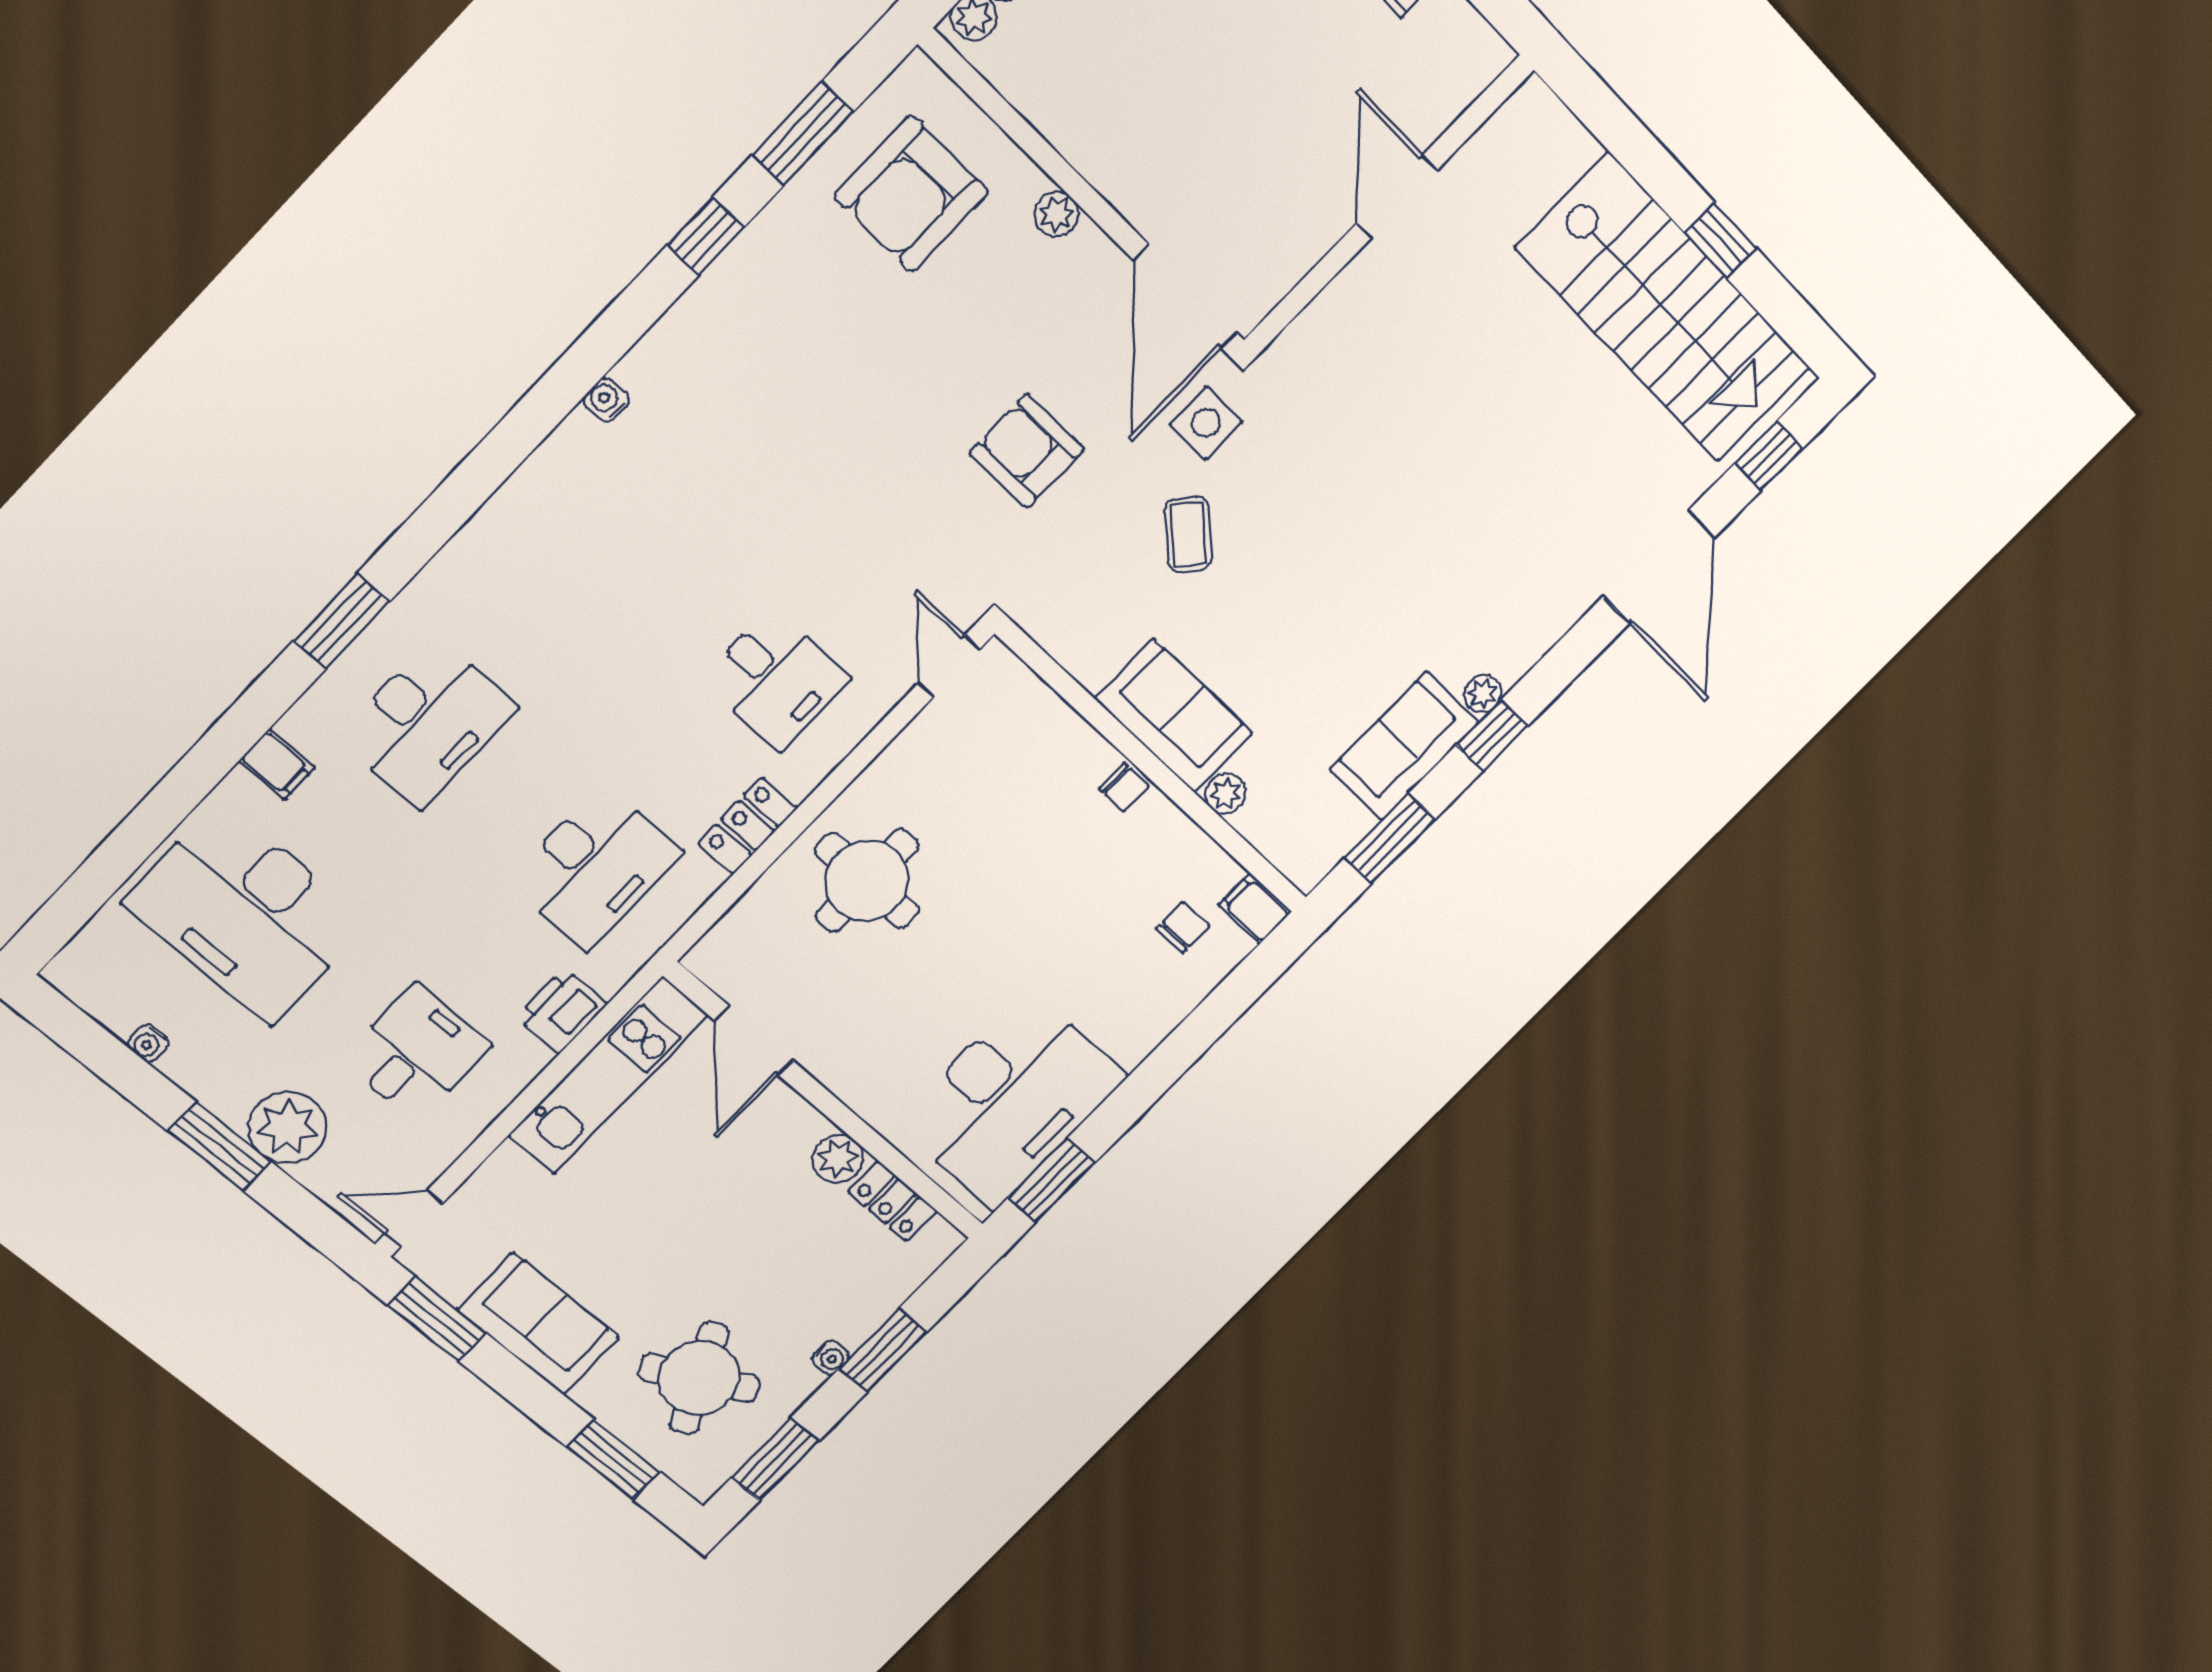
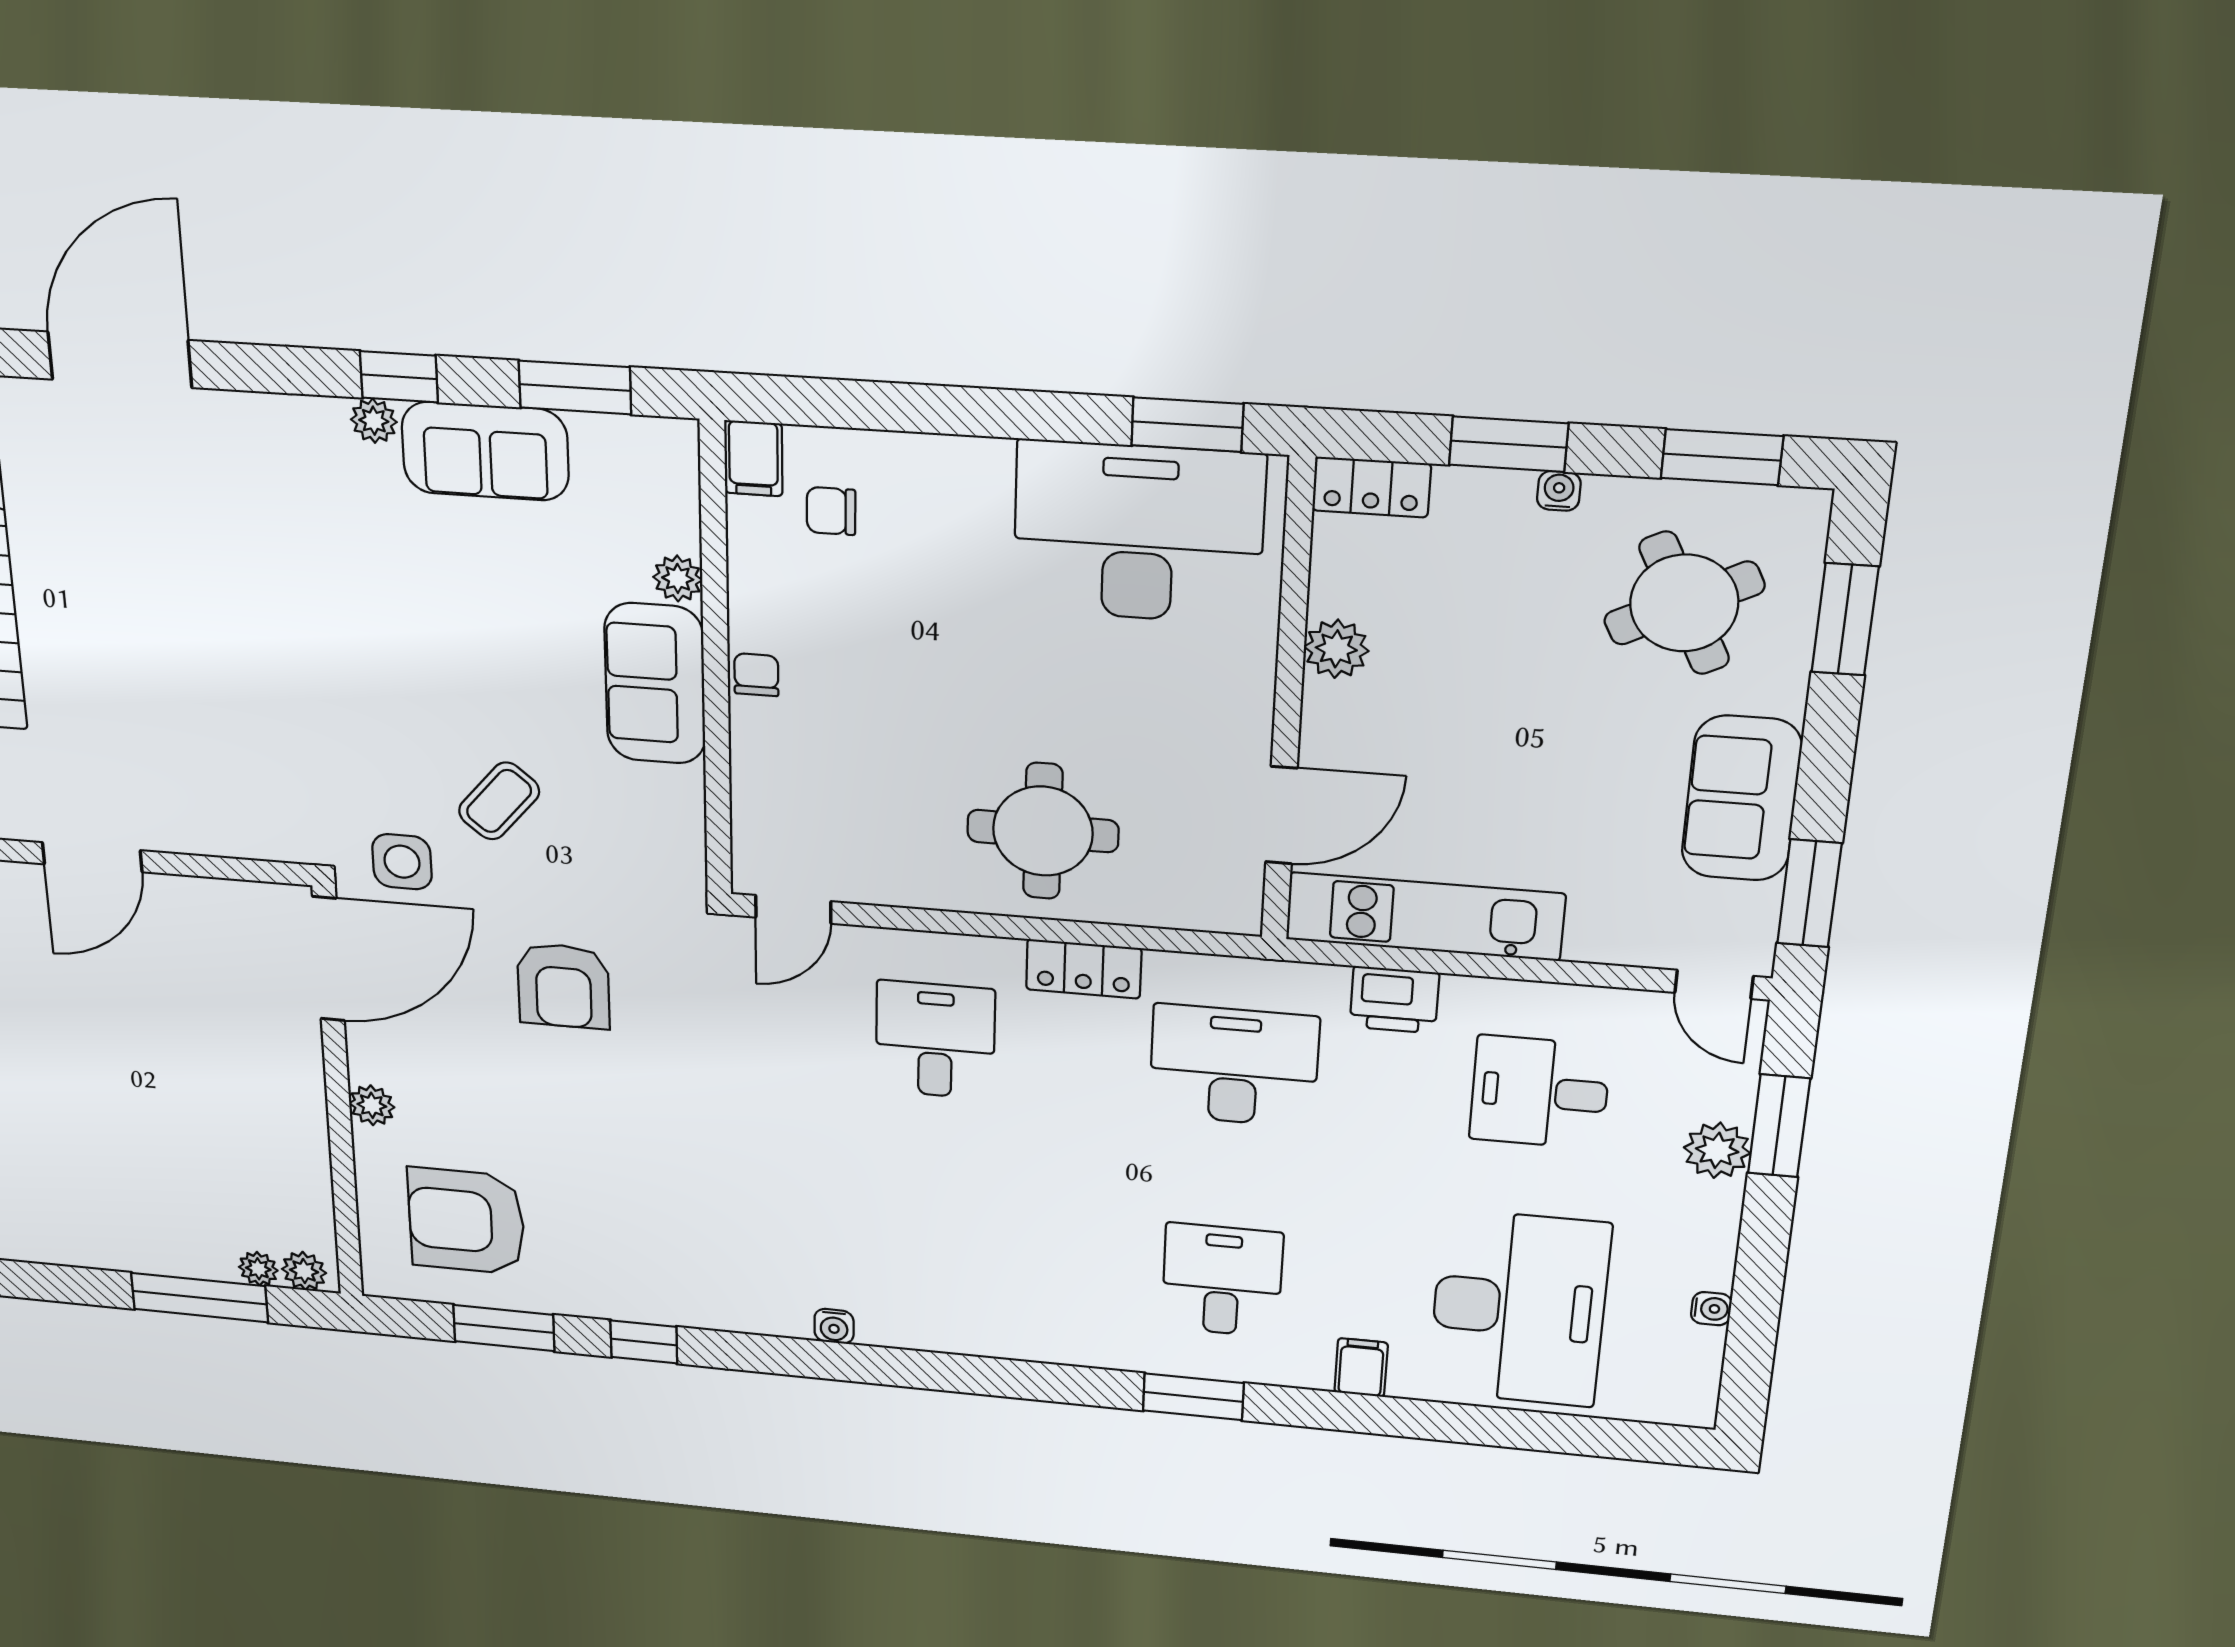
armchair: (911, 194) -> (466, 1221), turned 180
desk: (427, 723) -> (1222, 1280), width x0.73
plant: (287, 1128) -> (1717, 1150), width x0.73, depth x0.73
window: (220, 1147) -> (1779, 1126), moved
locker: (892, 1201) -> (1371, 487), moved, turned 90

